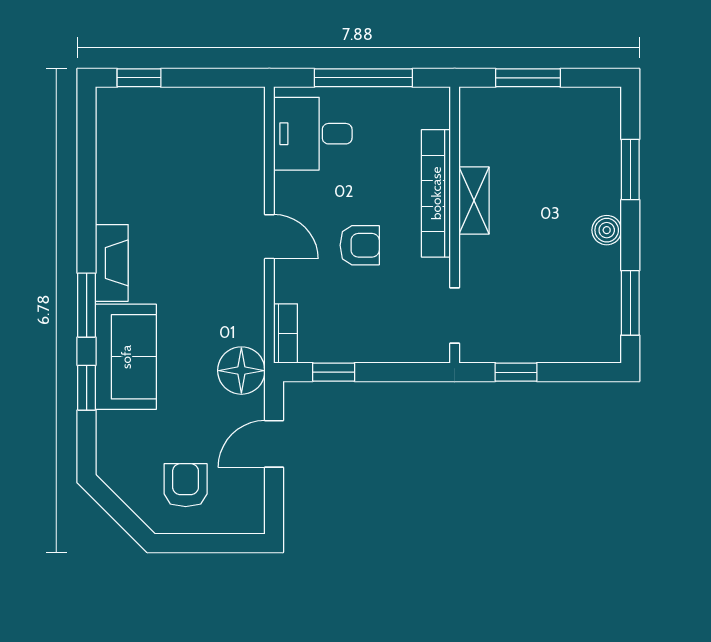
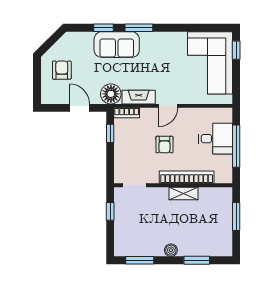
desk: (313, 134) -> (215, 139), moved, turned 90
corner sofa: (169, 139) -> (210, 63), added
fireplace: (112, 263) -> (139, 97), moved, turned 180
armchair: (186, 485) -> (62, 70), turned -90

